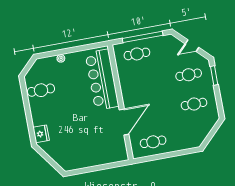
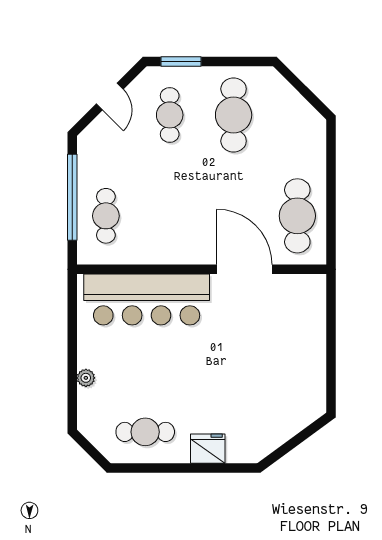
cafe table: (41, 90) -> (145, 432), turned 90
cafe table: (194, 104) -> (234, 115), width x1.37, depth x1.35
fridge: (41, 134) -> (208, 449), moved
cafe table: (153, 142) -> (297, 216), width x1.37, depth x1.35

